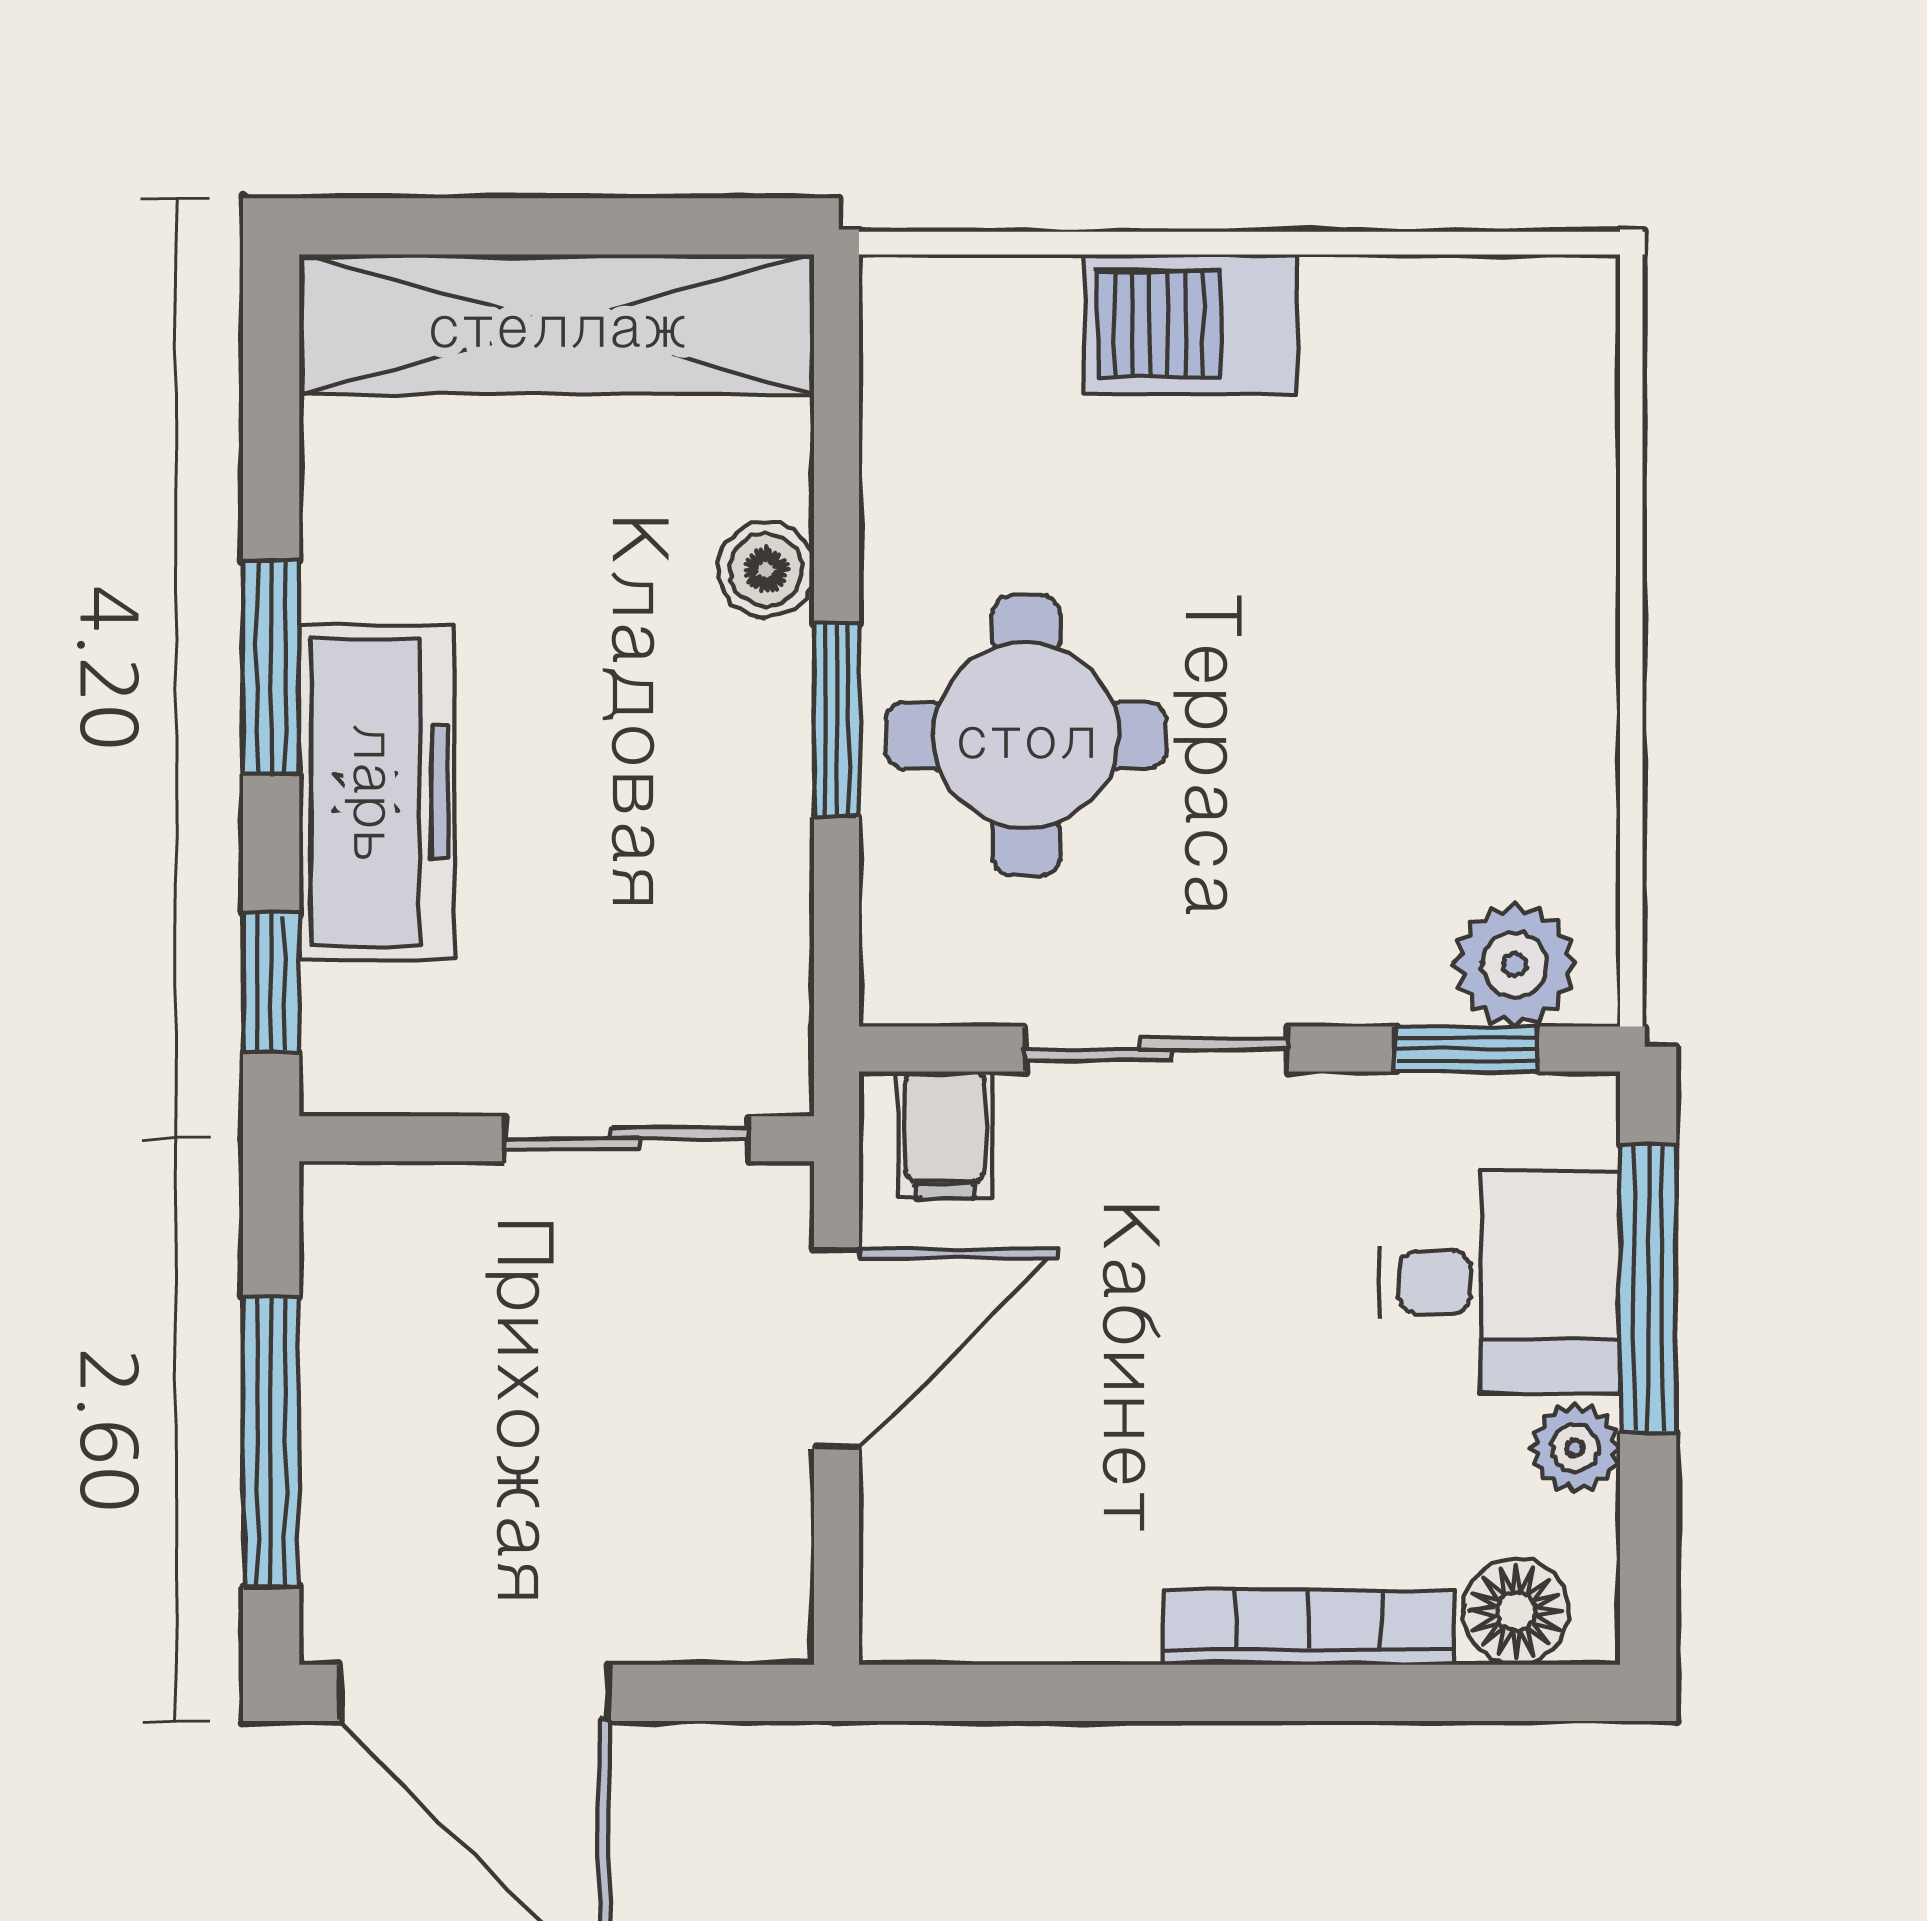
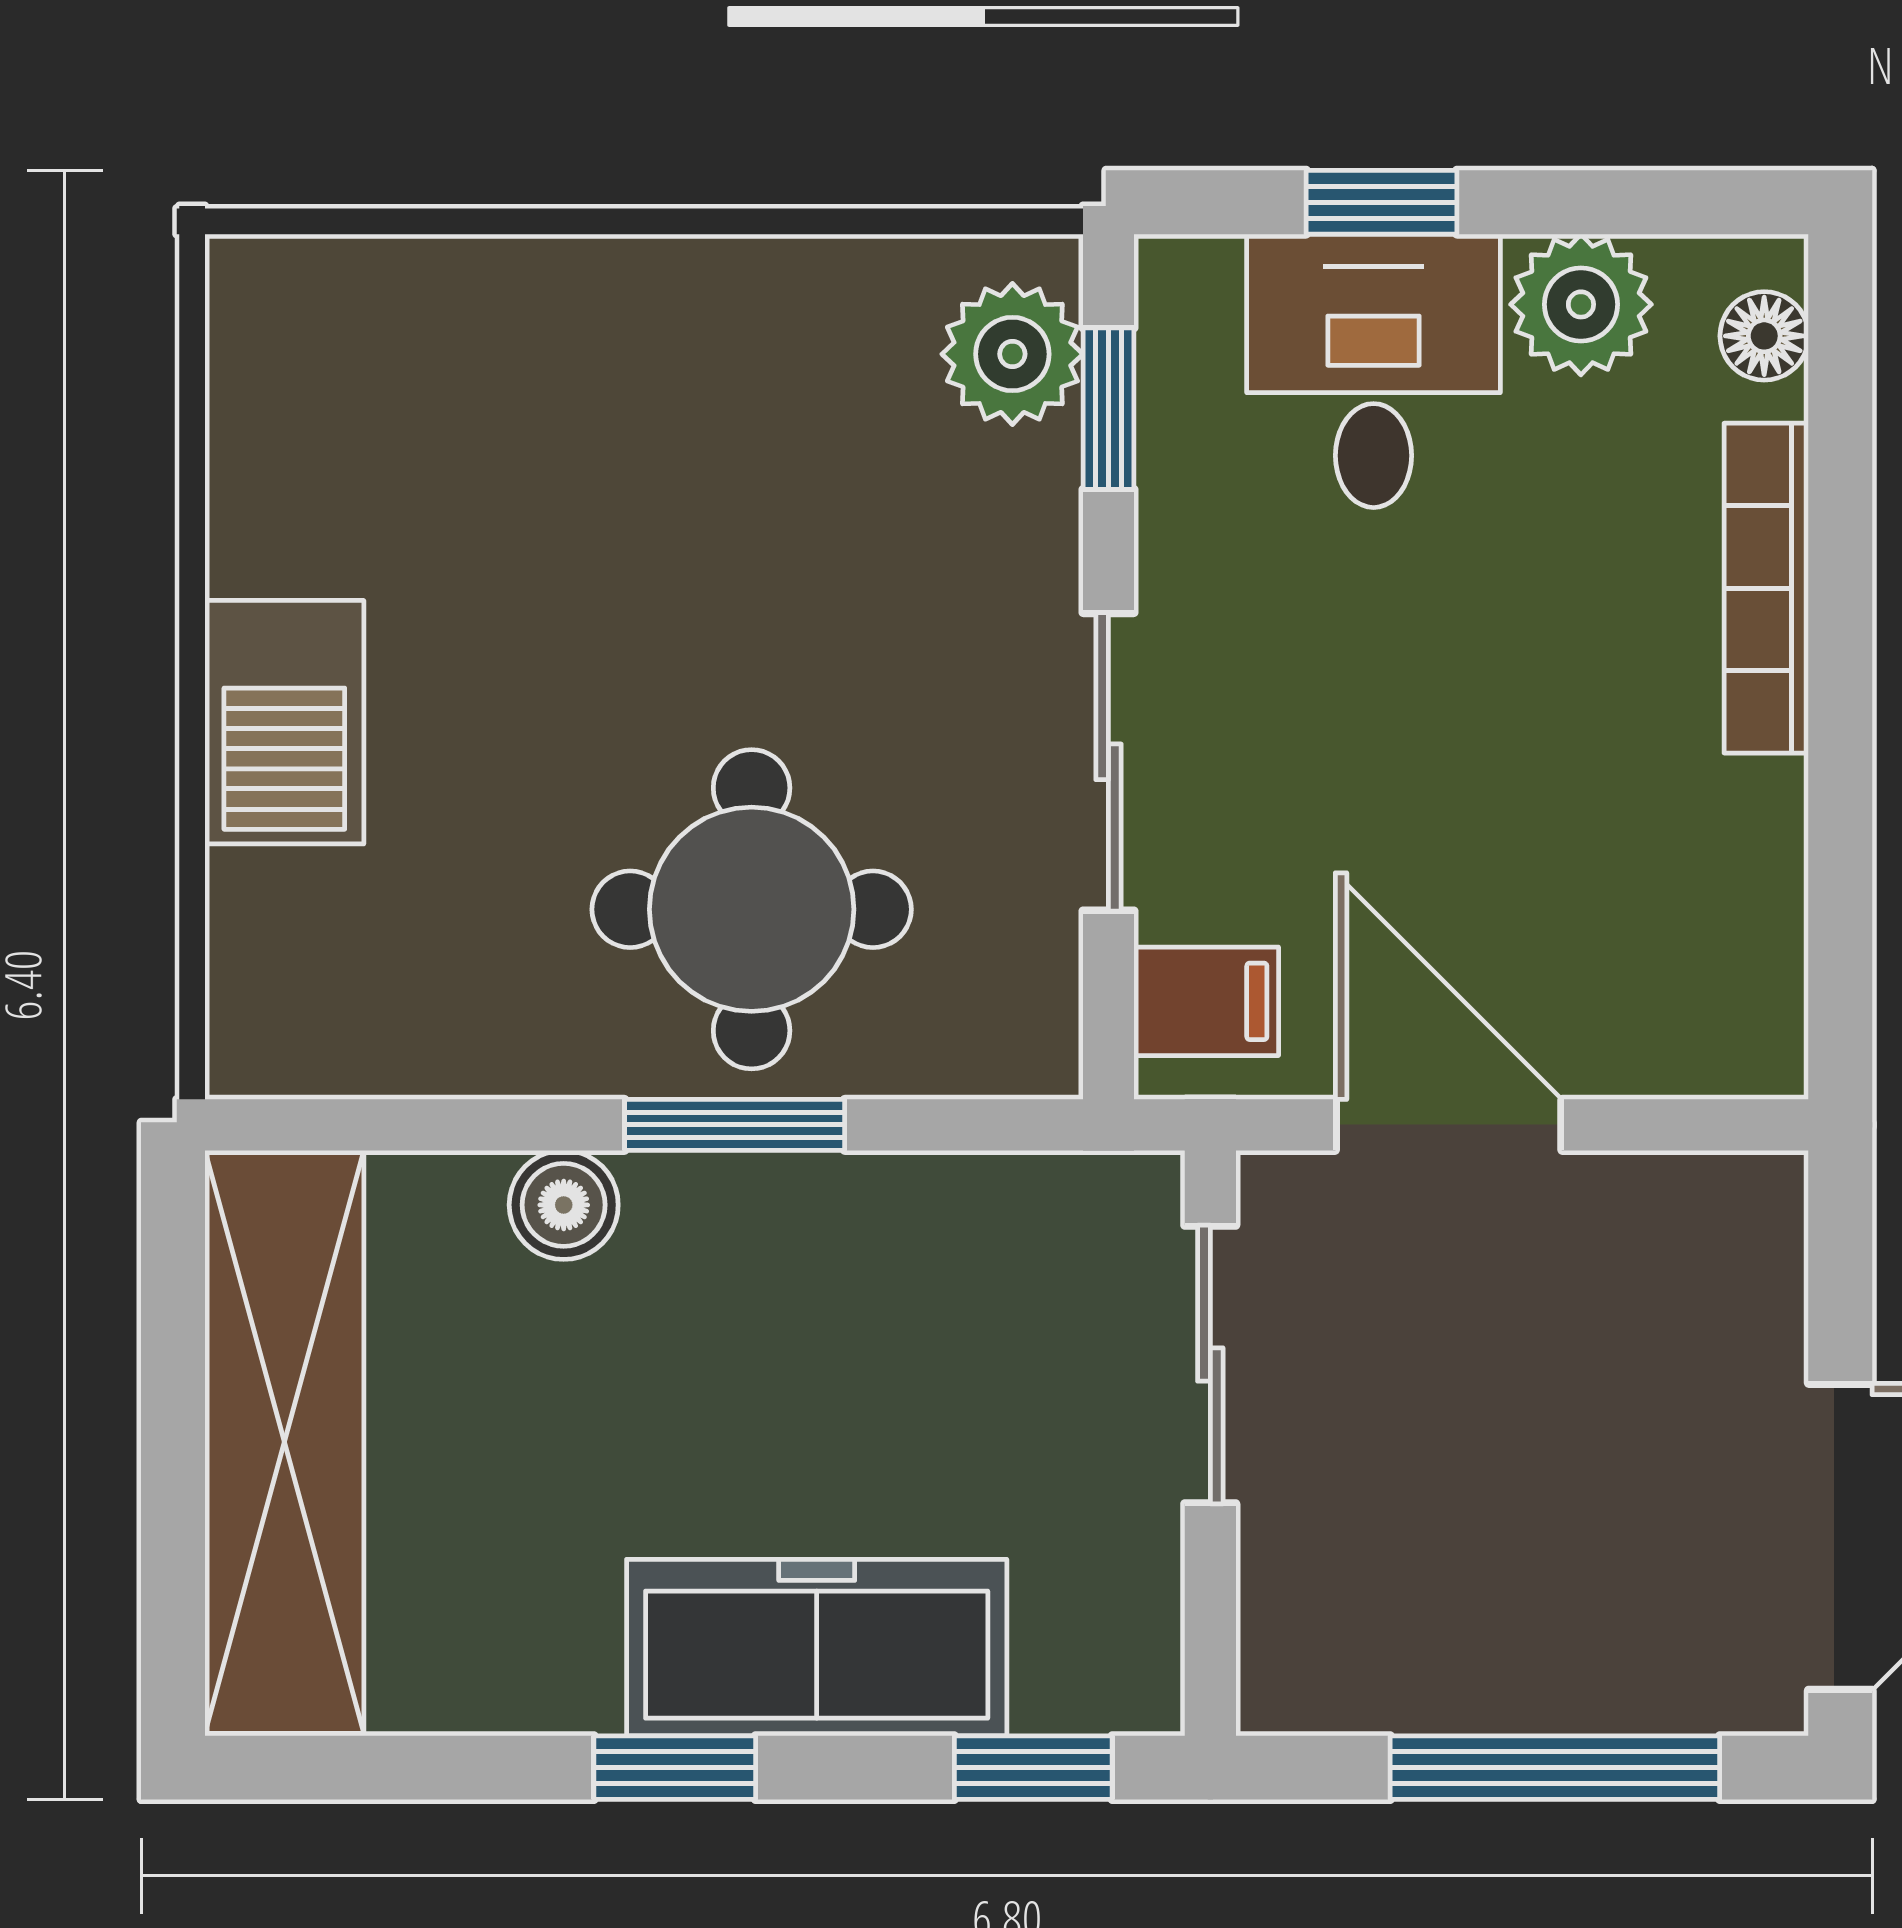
window: (271, 668) -> (675, 1768), width x0.67
window: (1648, 1289) -> (1381, 202), width x0.46
plant: (1575, 1448) -> (1581, 304), width x1.38, depth x1.38
floor lamp: (1516, 1611) -> (1764, 336), width x0.73, depth x0.73

